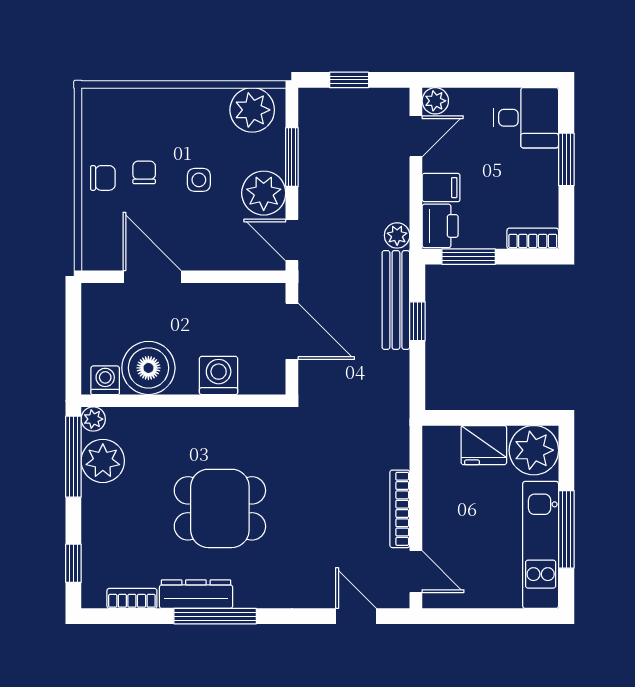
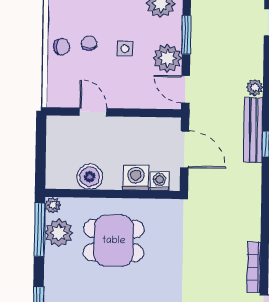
door: (152, 277) -> (93, 112), width x0.73
boiler: (148, 368) -> (90, 177), width x0.73, depth x0.73
washing machine: (105, 380) -> (159, 181), moved
dining table: (220, 508) -> (114, 241), moved

